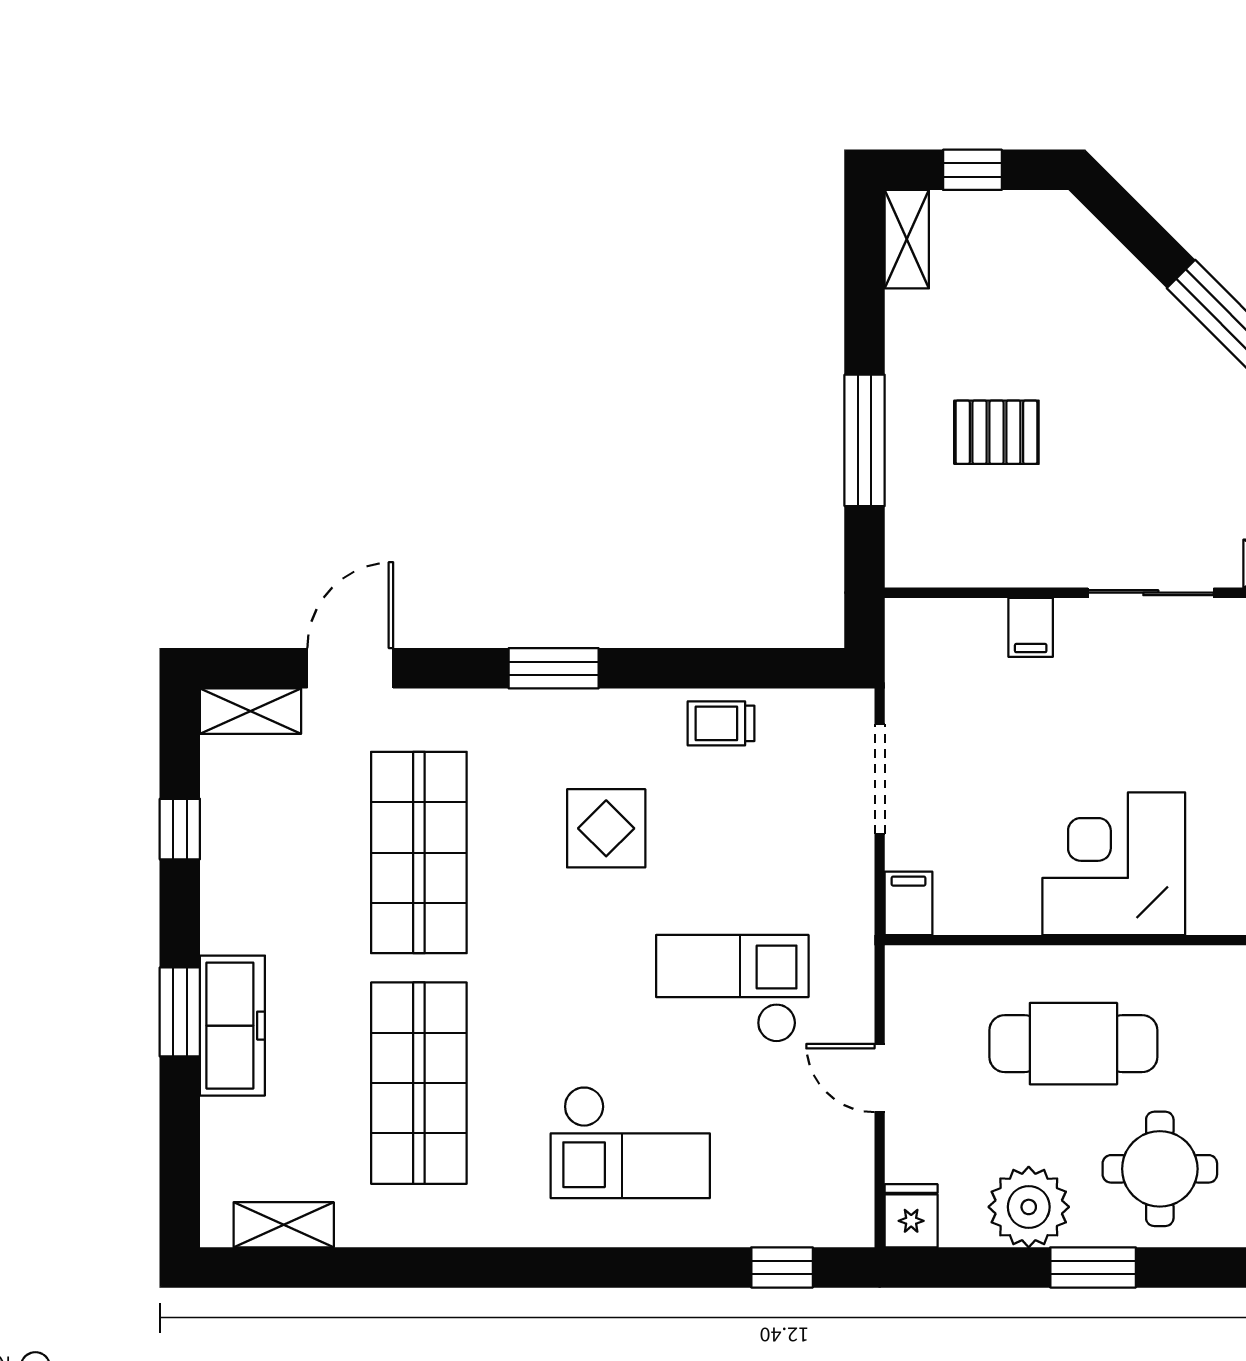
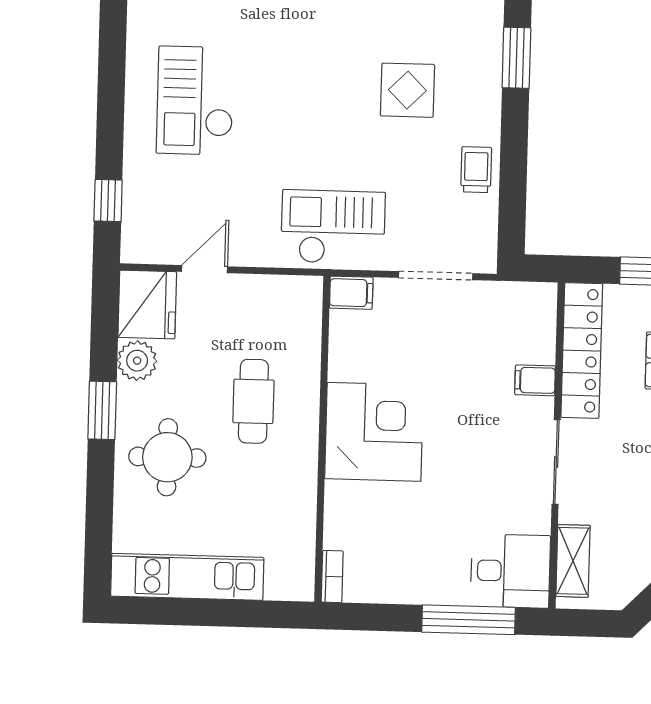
locker: (985, 559) -> (582, 351), added
checkout: (732, 988) -> (333, 227), moved, turned -90
cafe table: (1073, 1044) -> (253, 401), width x0.73, depth x0.74
door: (880, 1078) -> (204, 269), moved
plant: (1029, 1207) -> (137, 361), width x0.73, depth x0.73
fridge: (911, 1216) -> (147, 305), width x1.88, depth x1.34

